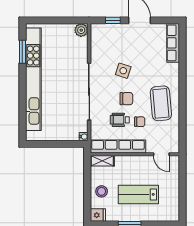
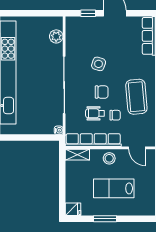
plant: (81, 30) -> (56, 36), moved
stool: (102, 191) -> (109, 158), moved

